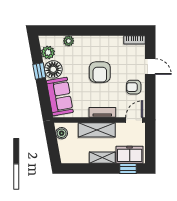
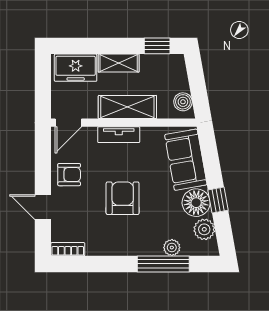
window: (74, 30) -> (163, 264), added
window: (128, 169) -> (157, 46), moved

